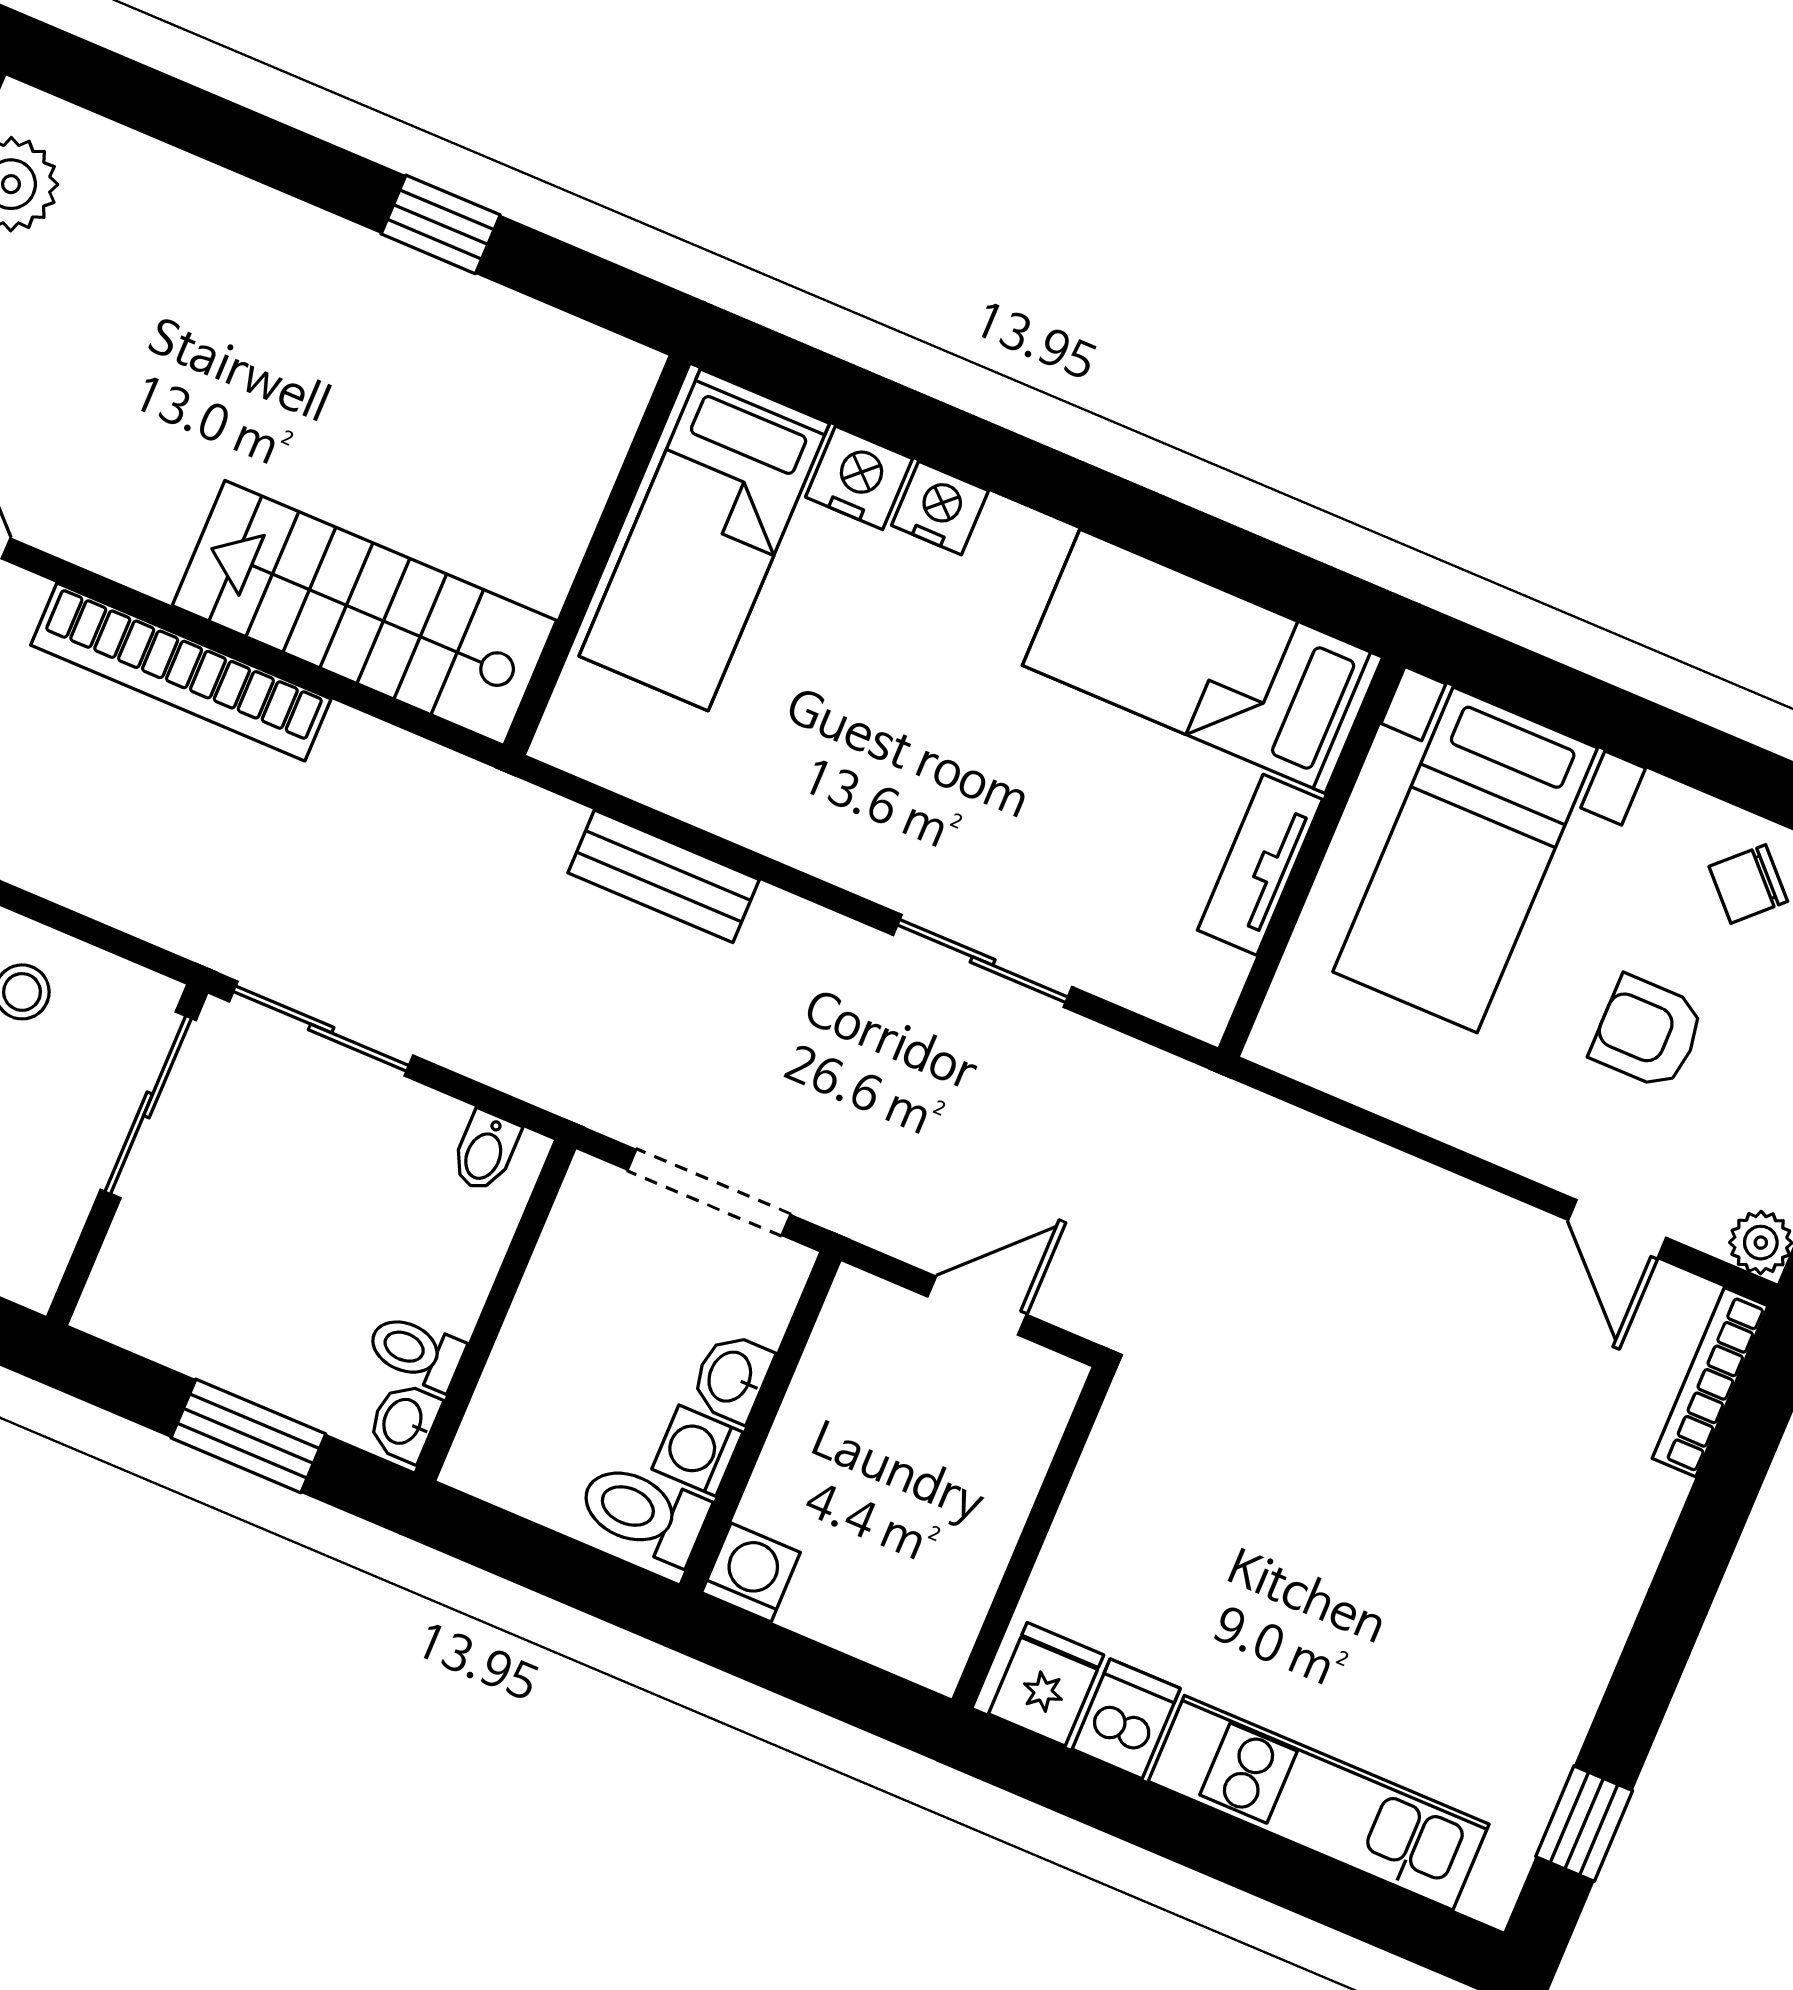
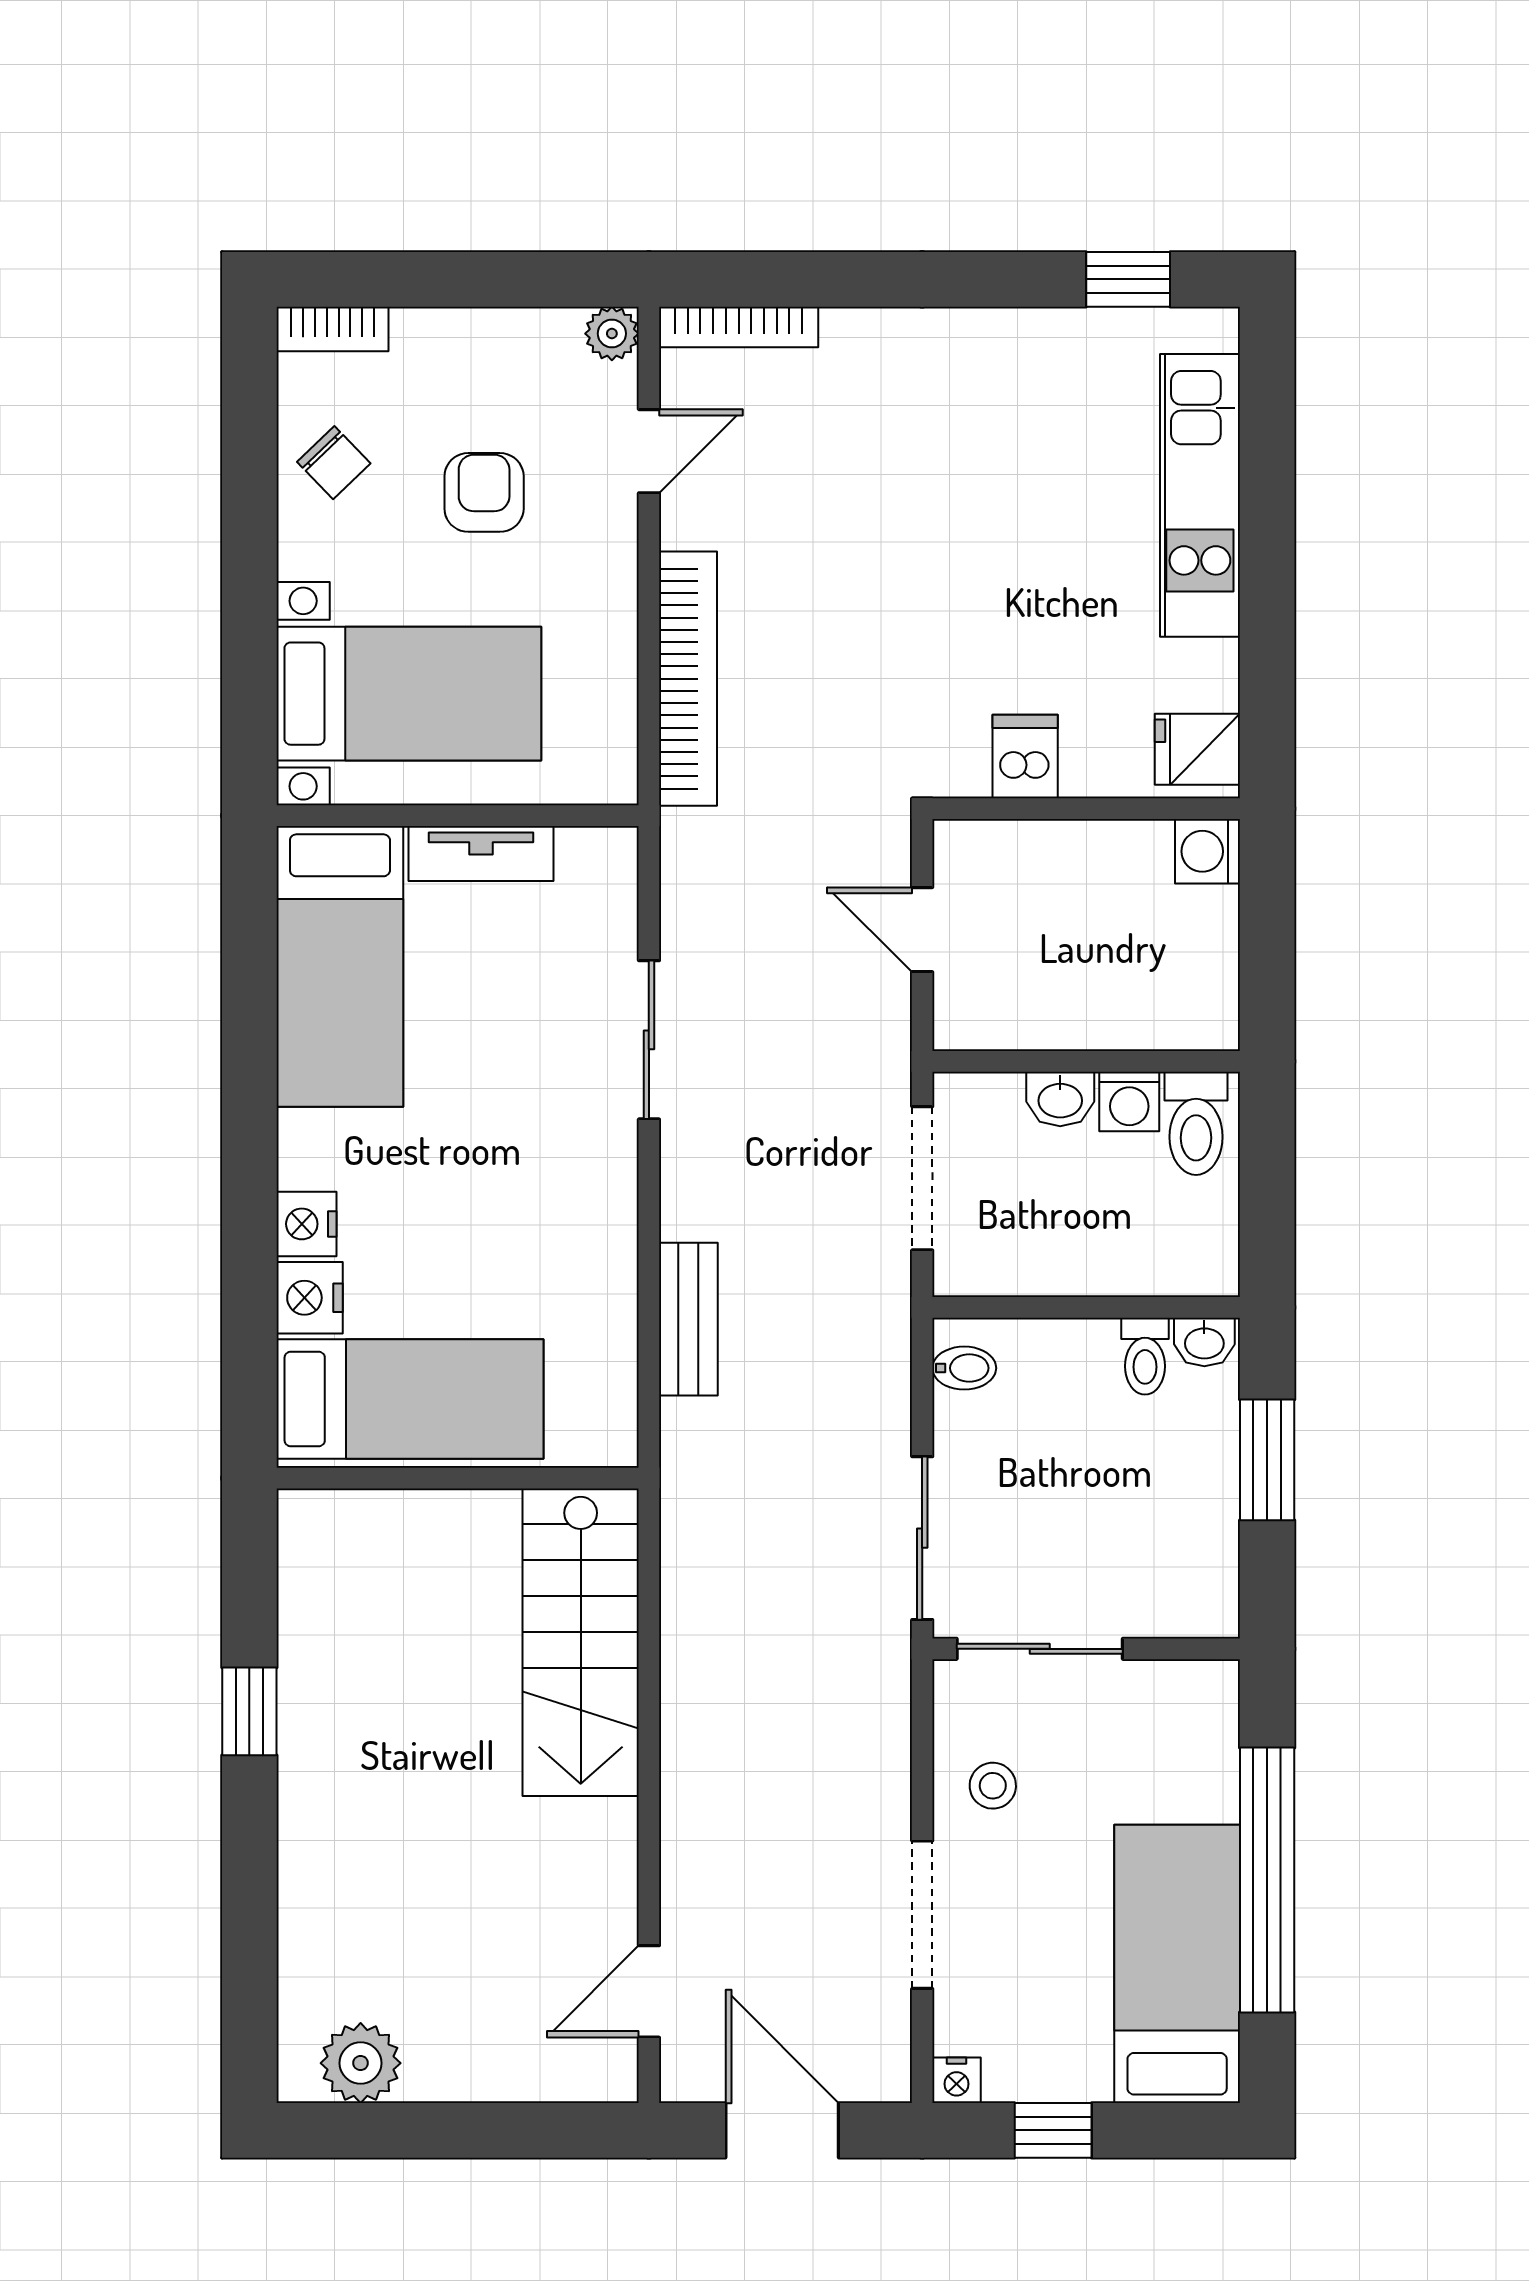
bookcase: (181, 672) -> (688, 679), moved
armchair: (1648, 1032) -> (484, 492), turned 180
washing machine: (751, 1572) -> (1207, 851), moved
dishwasher: (1126, 1719) -> (1025, 757), moved, turned 90

